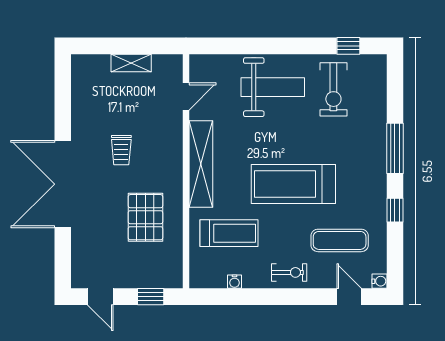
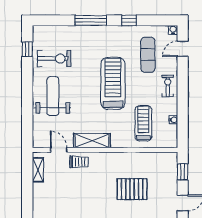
shelving: (131, 63) -> (38, 170), moved
trolley: (121, 150) -> (79, 162), moved
shelving: (201, 164) -> (92, 141), width x0.68
treadmill: (293, 184) -> (113, 83), turned 180
pallet: (145, 217) -> (132, 189), moved

